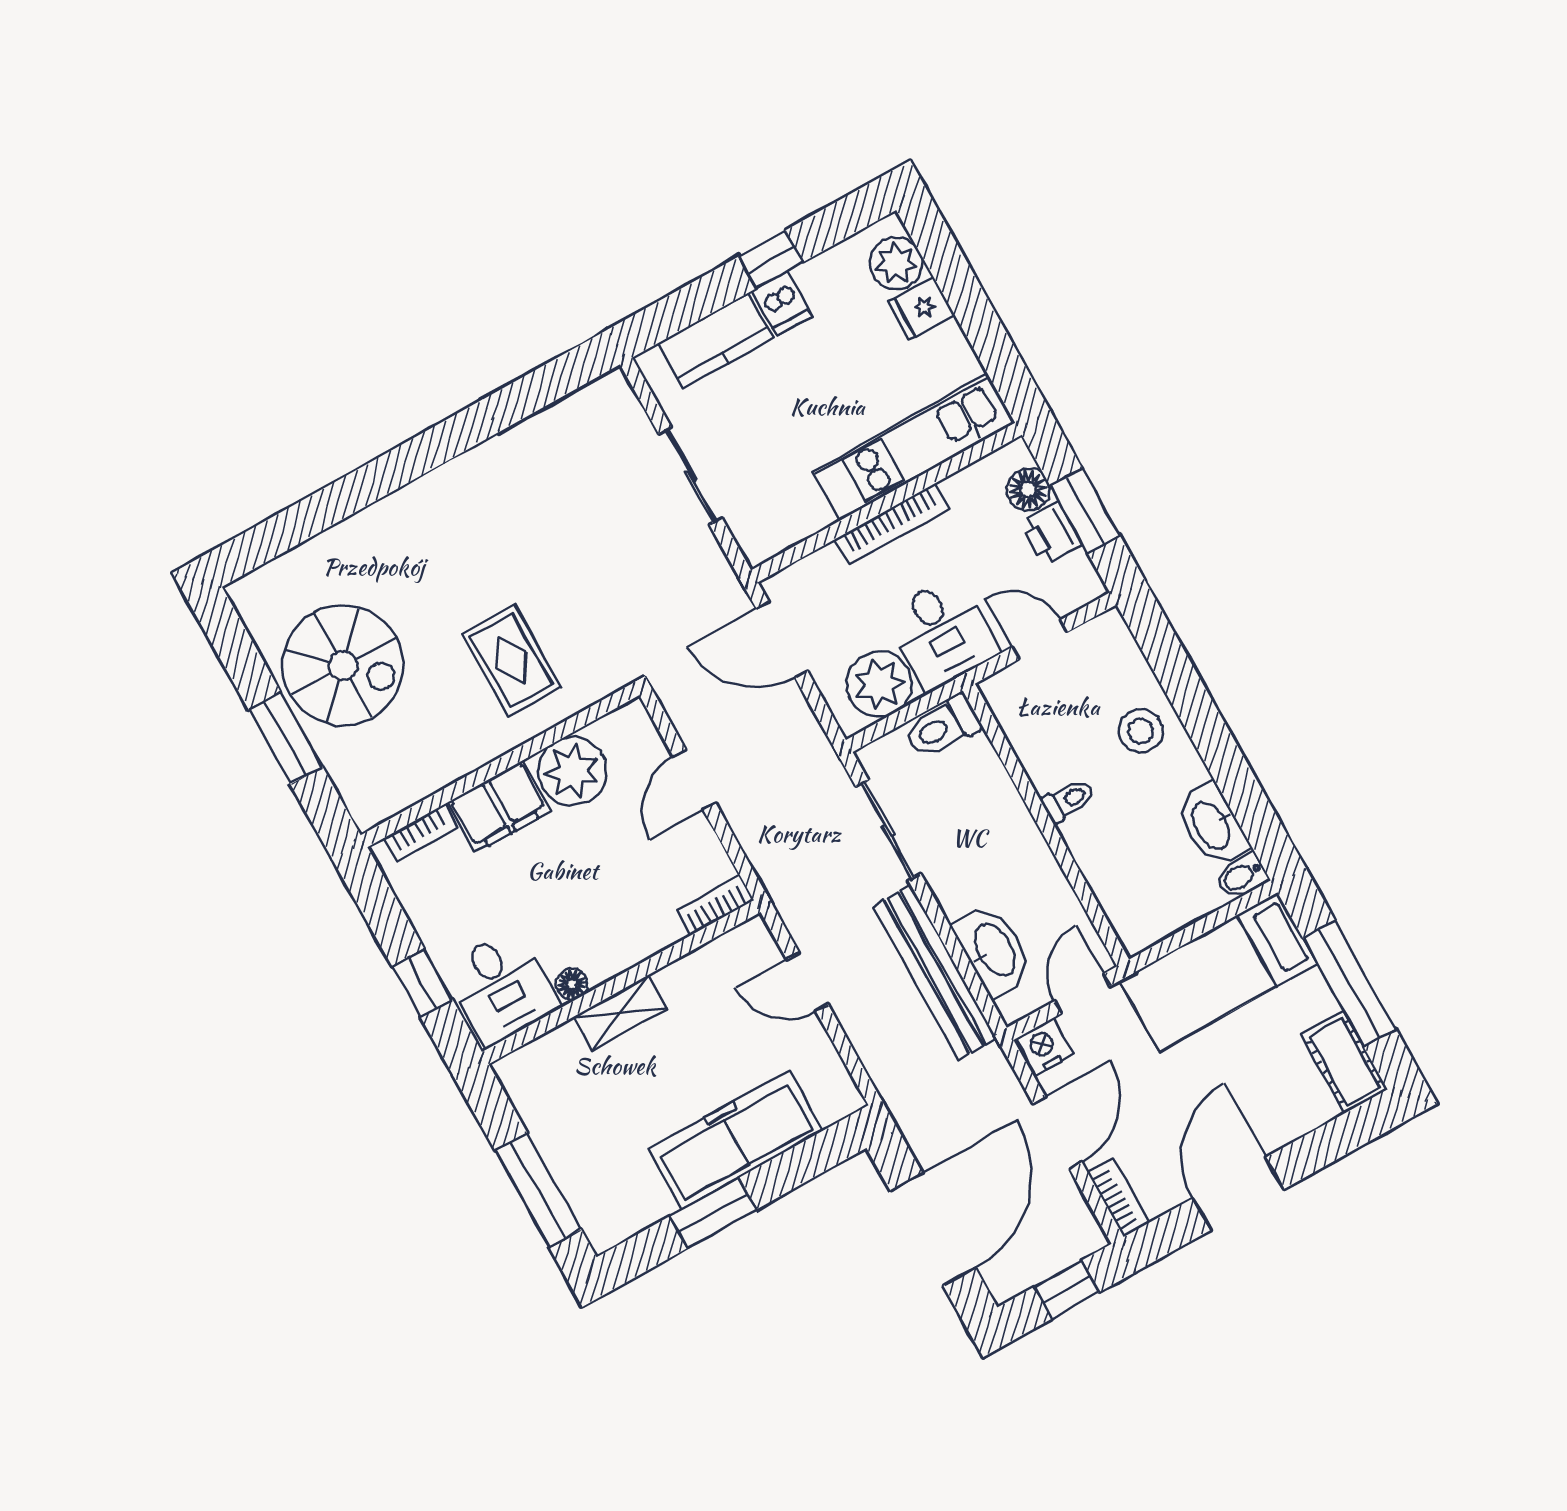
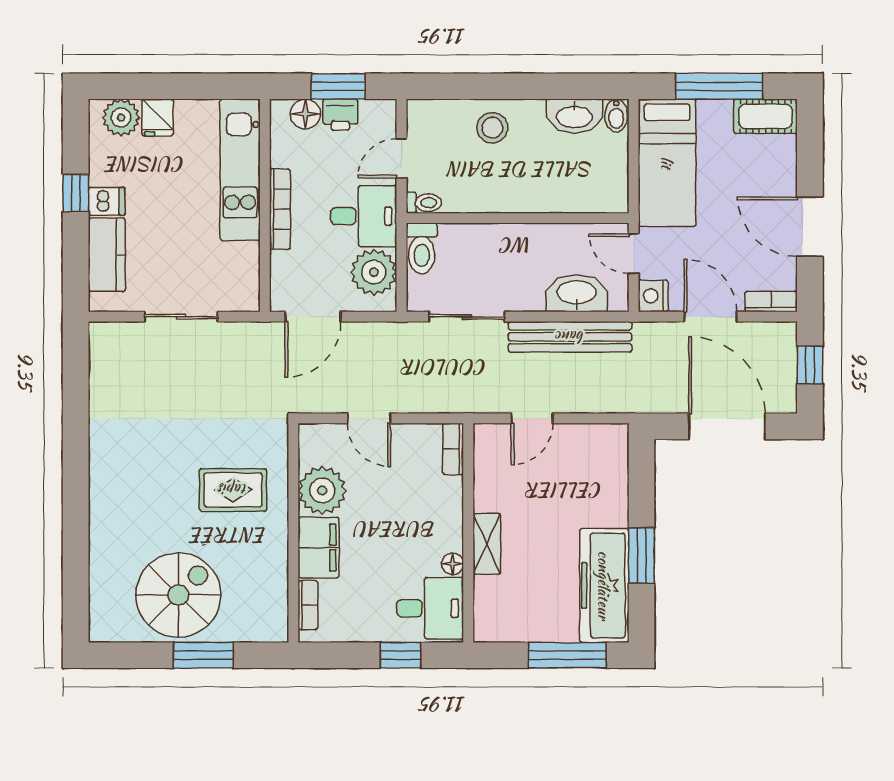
toilet: (1068, 800) -> (424, 203), moved, turned 90
freezer: (735, 1140) -> (604, 585), moved

